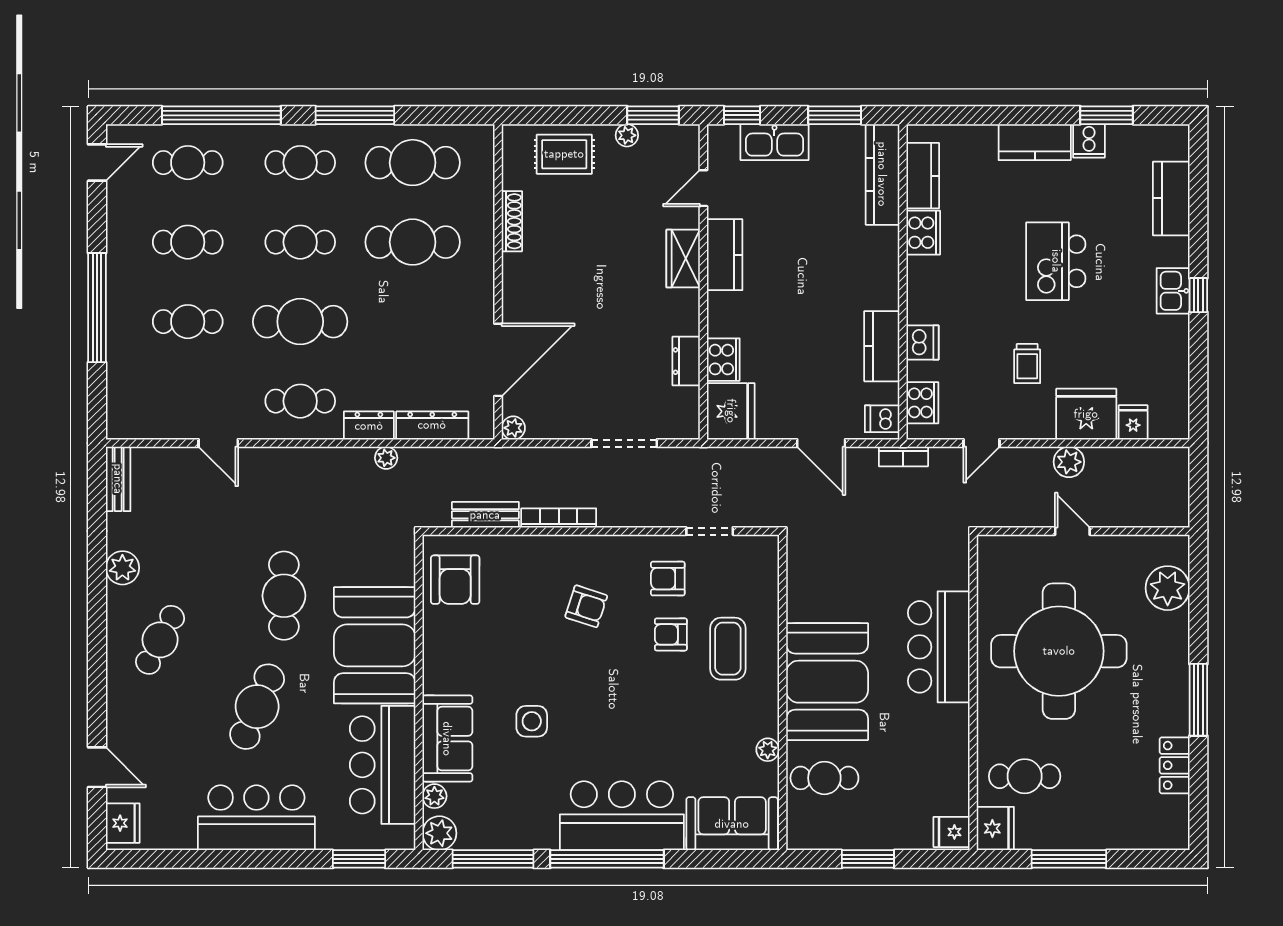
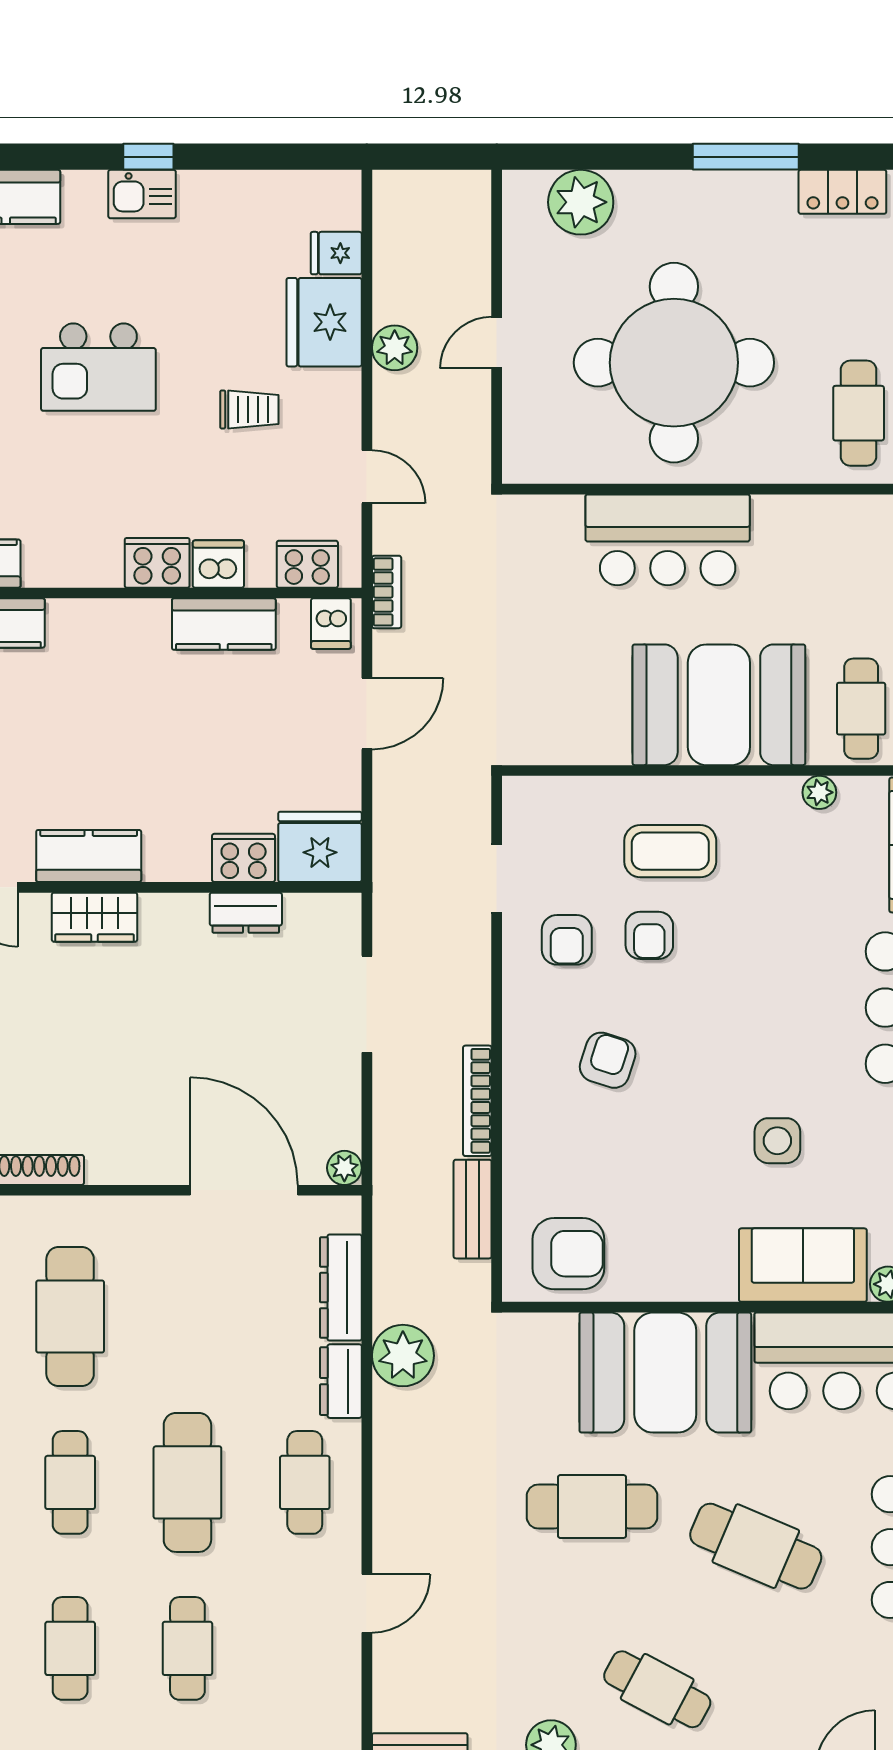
cooker: (923, 233) -> (157, 563), moved
plant: (386, 458) -> (403, 1356), width x1.88, depth x1.88

